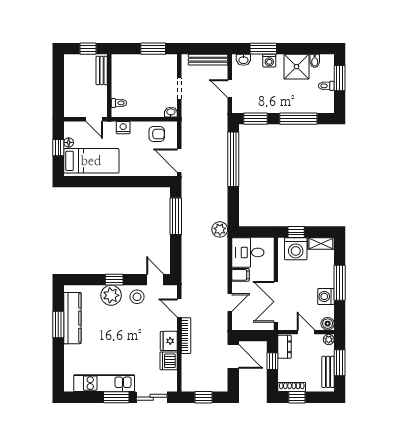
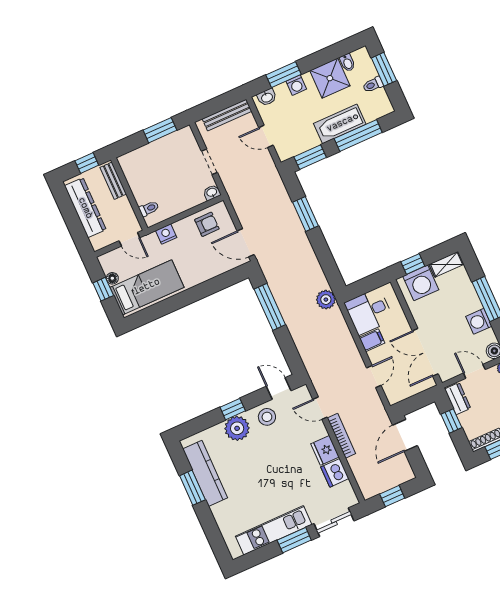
dresser: (72, 81) -> (85, 208), added
bathtub: (289, 104) -> (340, 124), added
window: (233, 159) -> (305, 214), width x0.47
door: (233, 357) -> (405, 435), swing flipped

